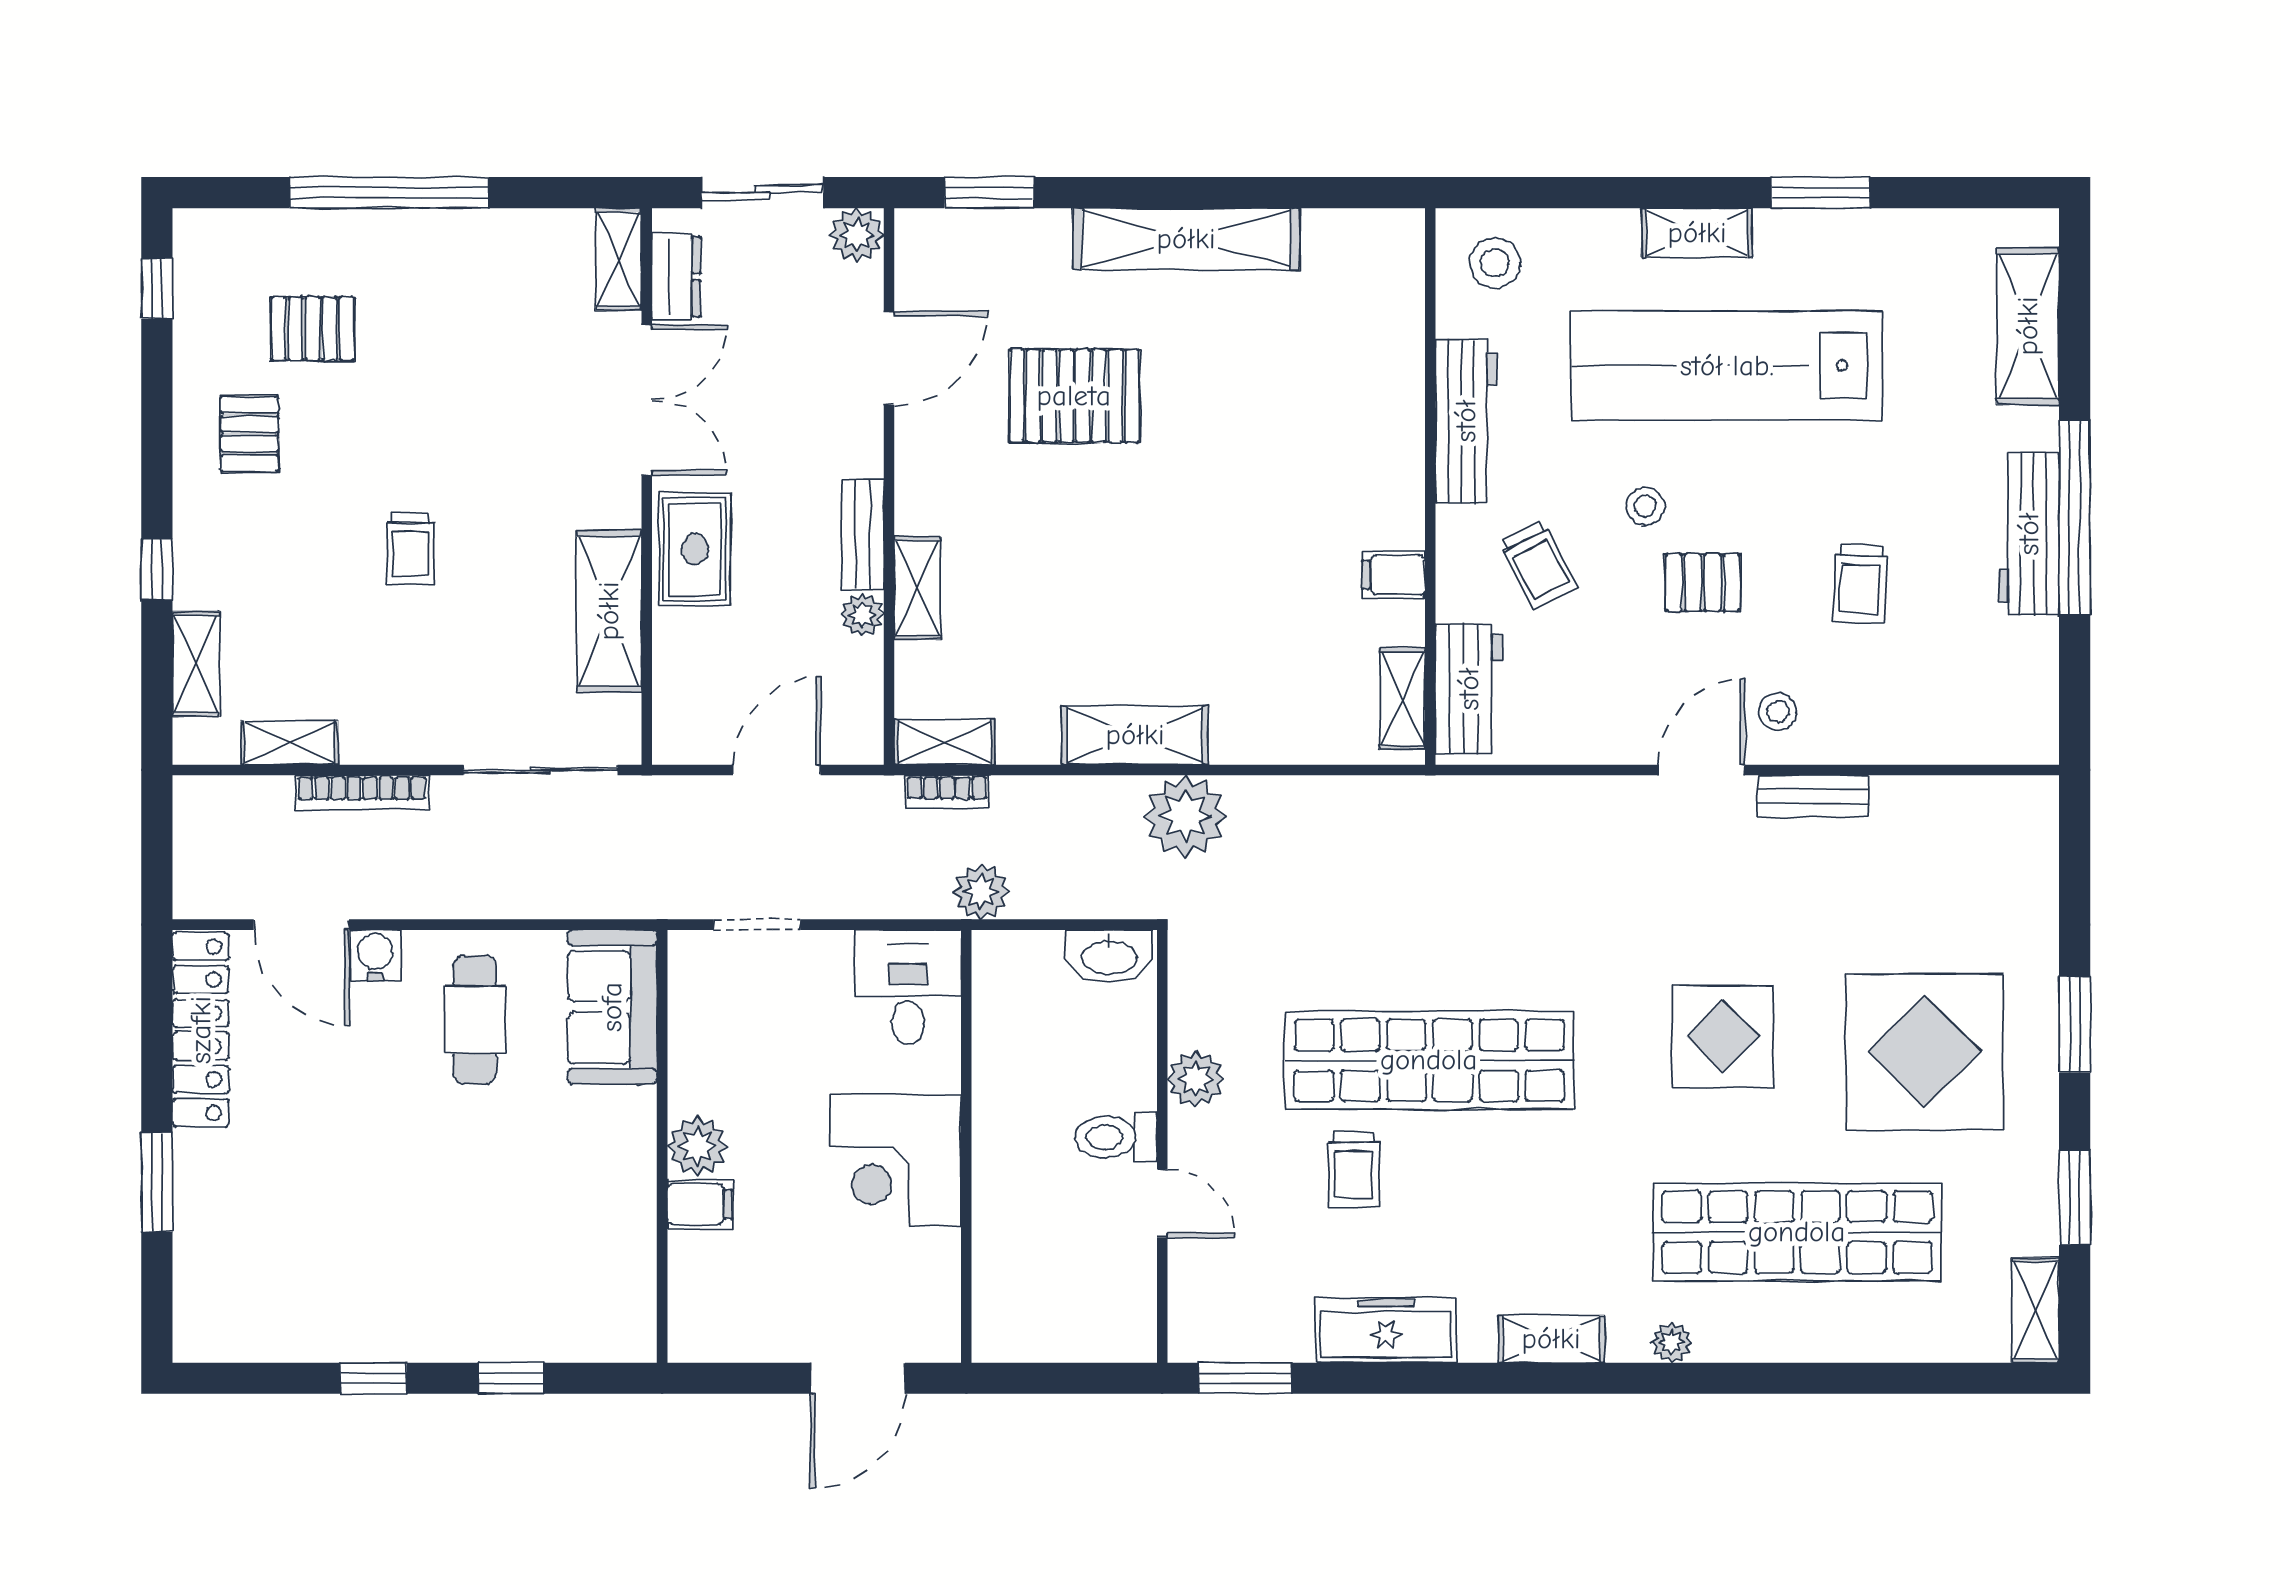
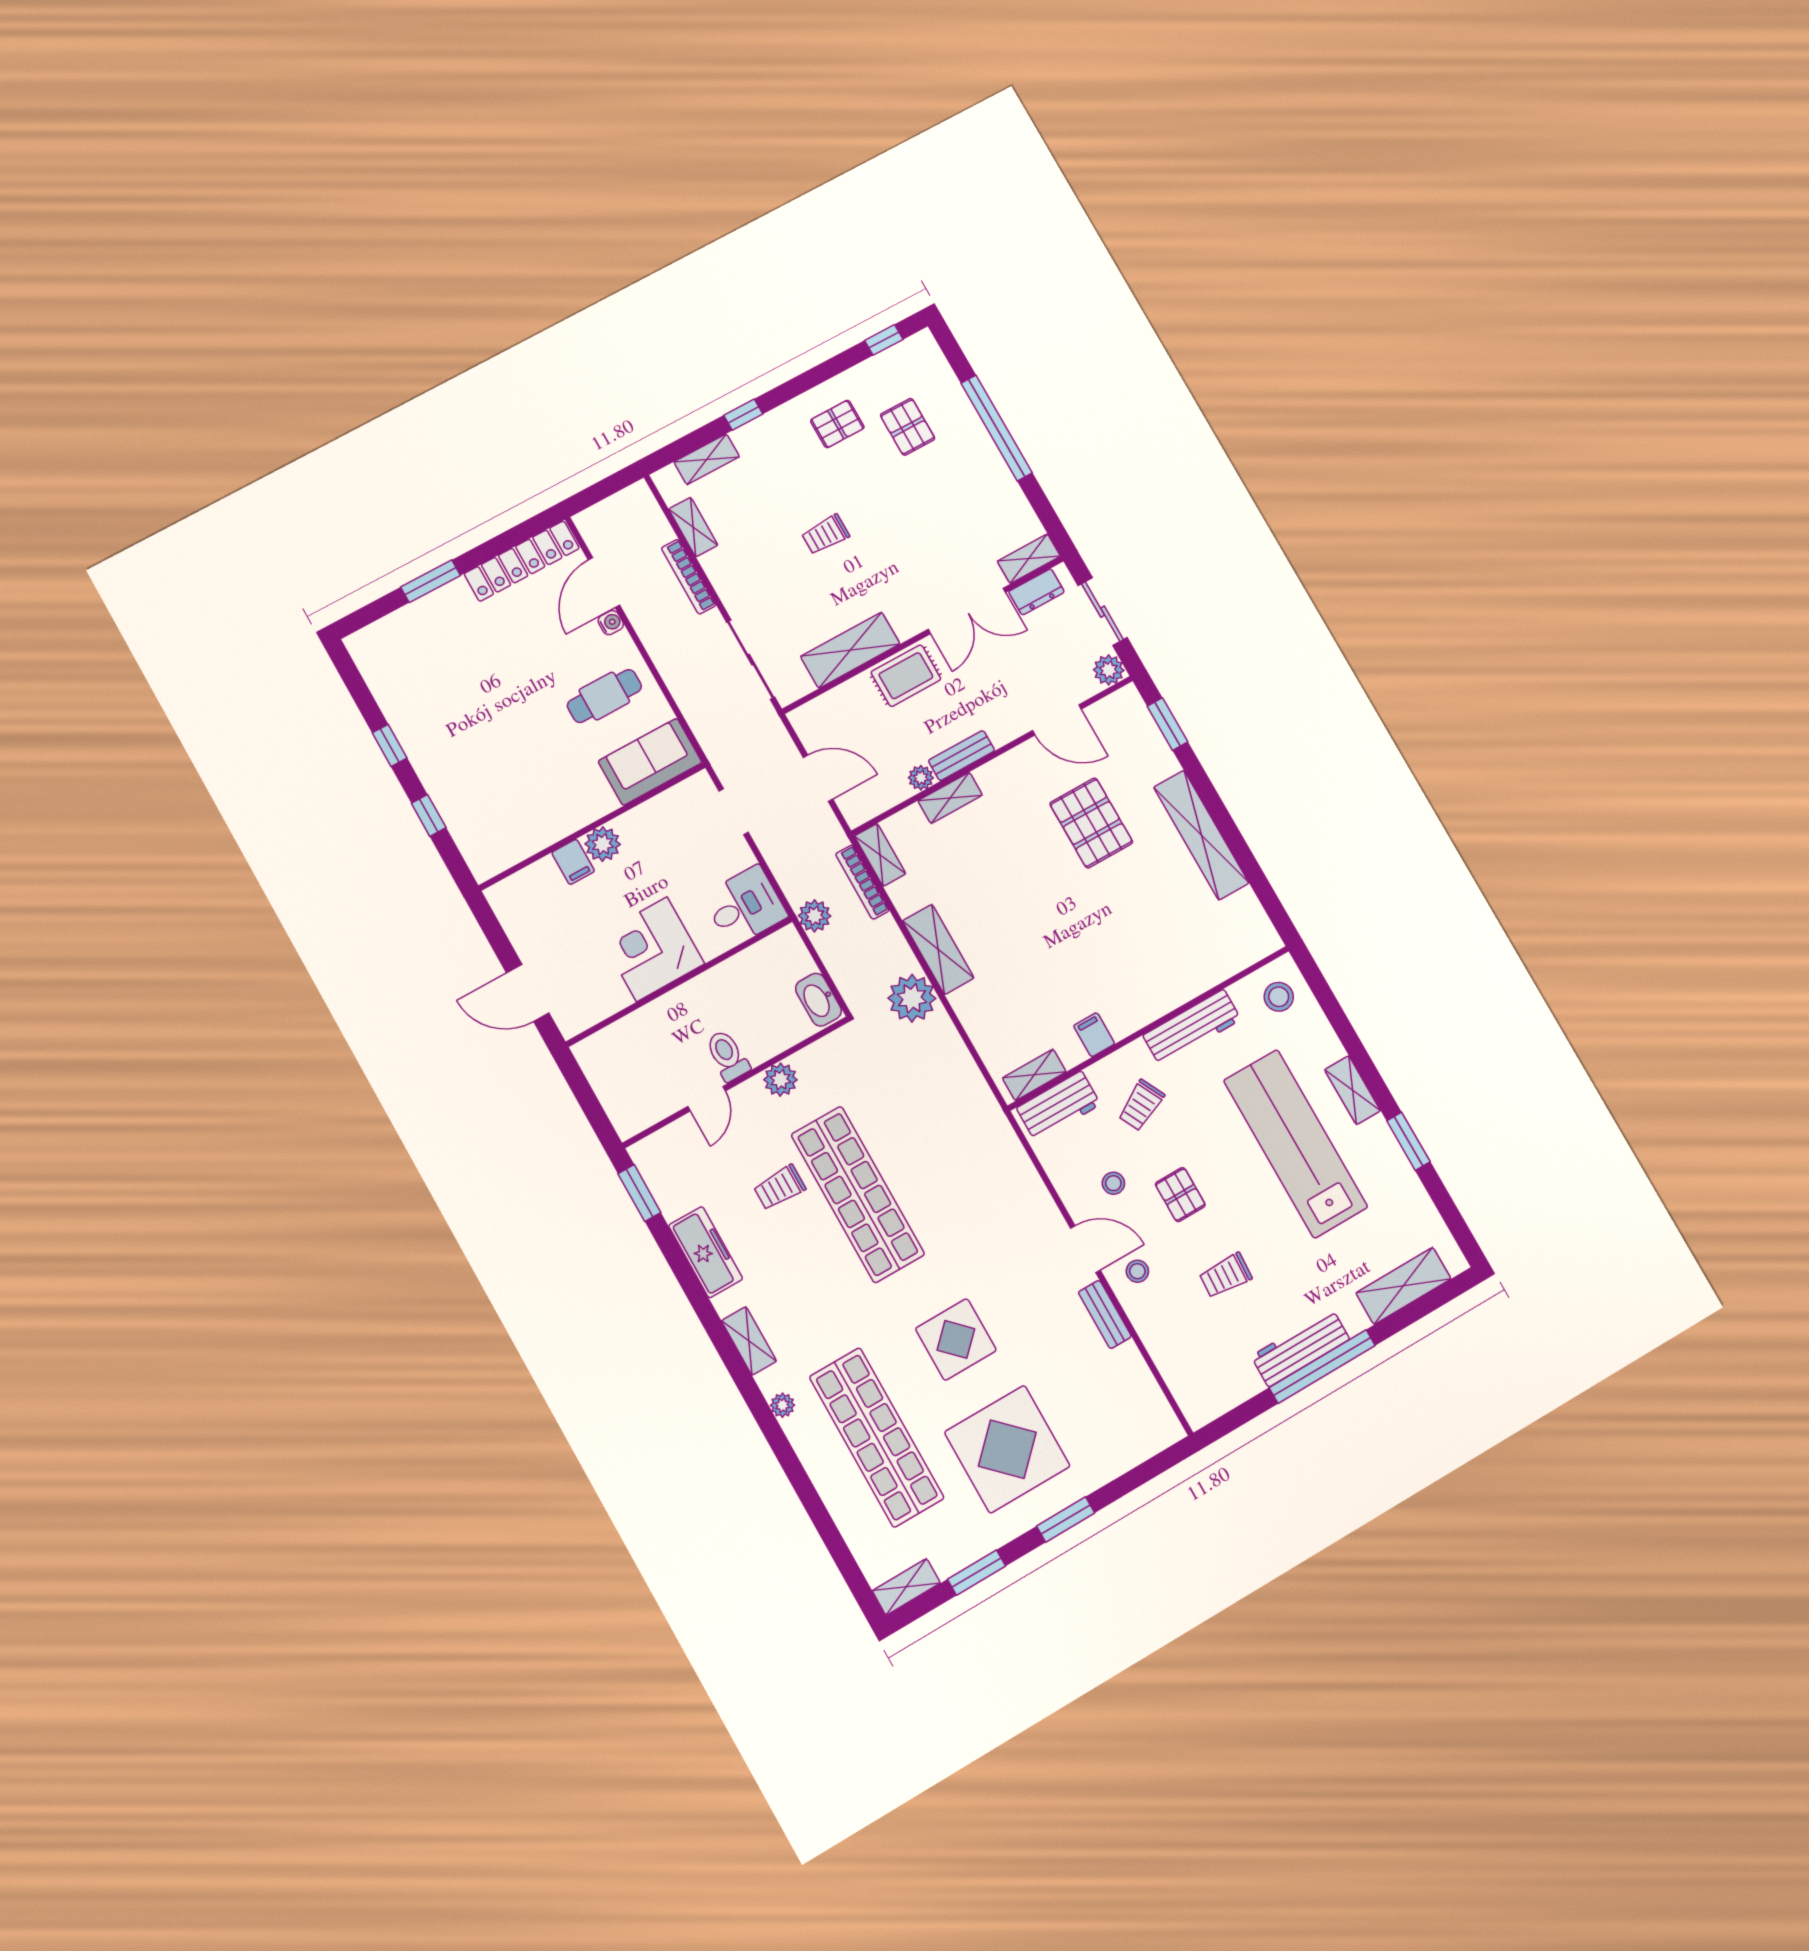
stool: (1645, 506) -> (1113, 1183), moved
bookcase: (947, 792) -> (862, 882), width x1.56
water cooler: (375, 955) -> (611, 623), width x0.72, depth x0.72

